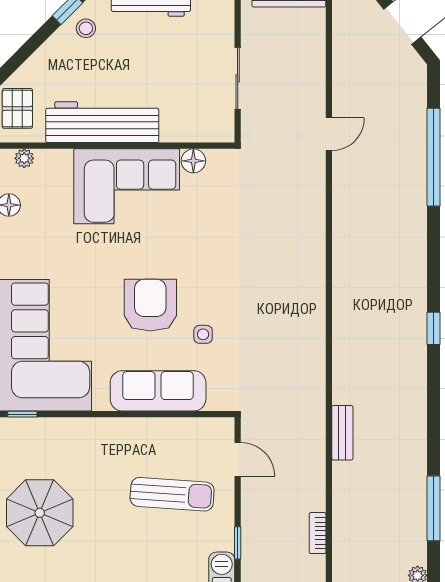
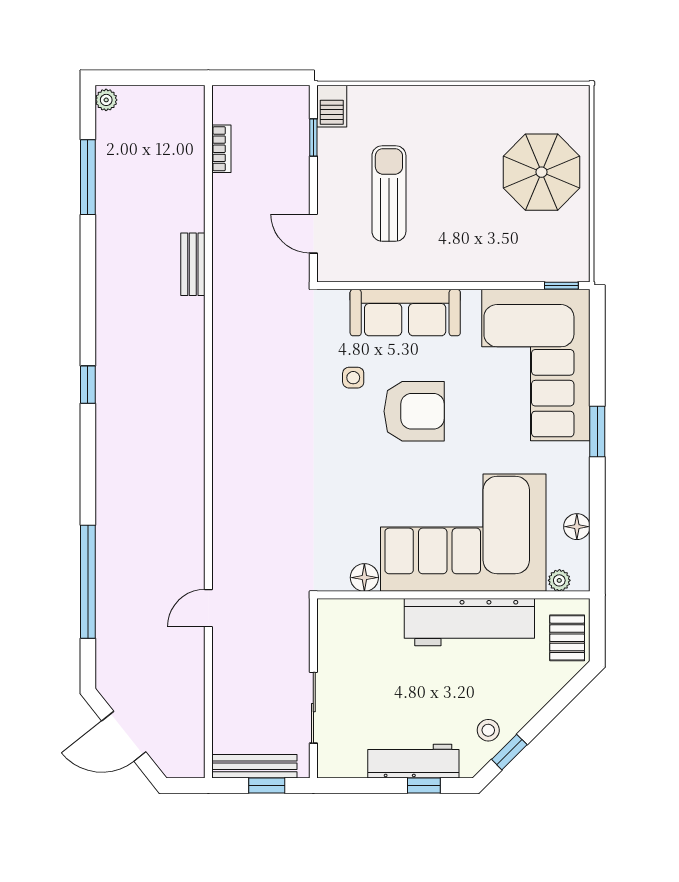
sliding door: (238, 78) -> (313, 708), moved
corner sofa: (127, 186) -> (463, 533), width x1.36, depth x1.36
armchair: (150, 305) -> (414, 411), turned -90
sun lounger: (172, 494) -> (389, 193), turned 86

